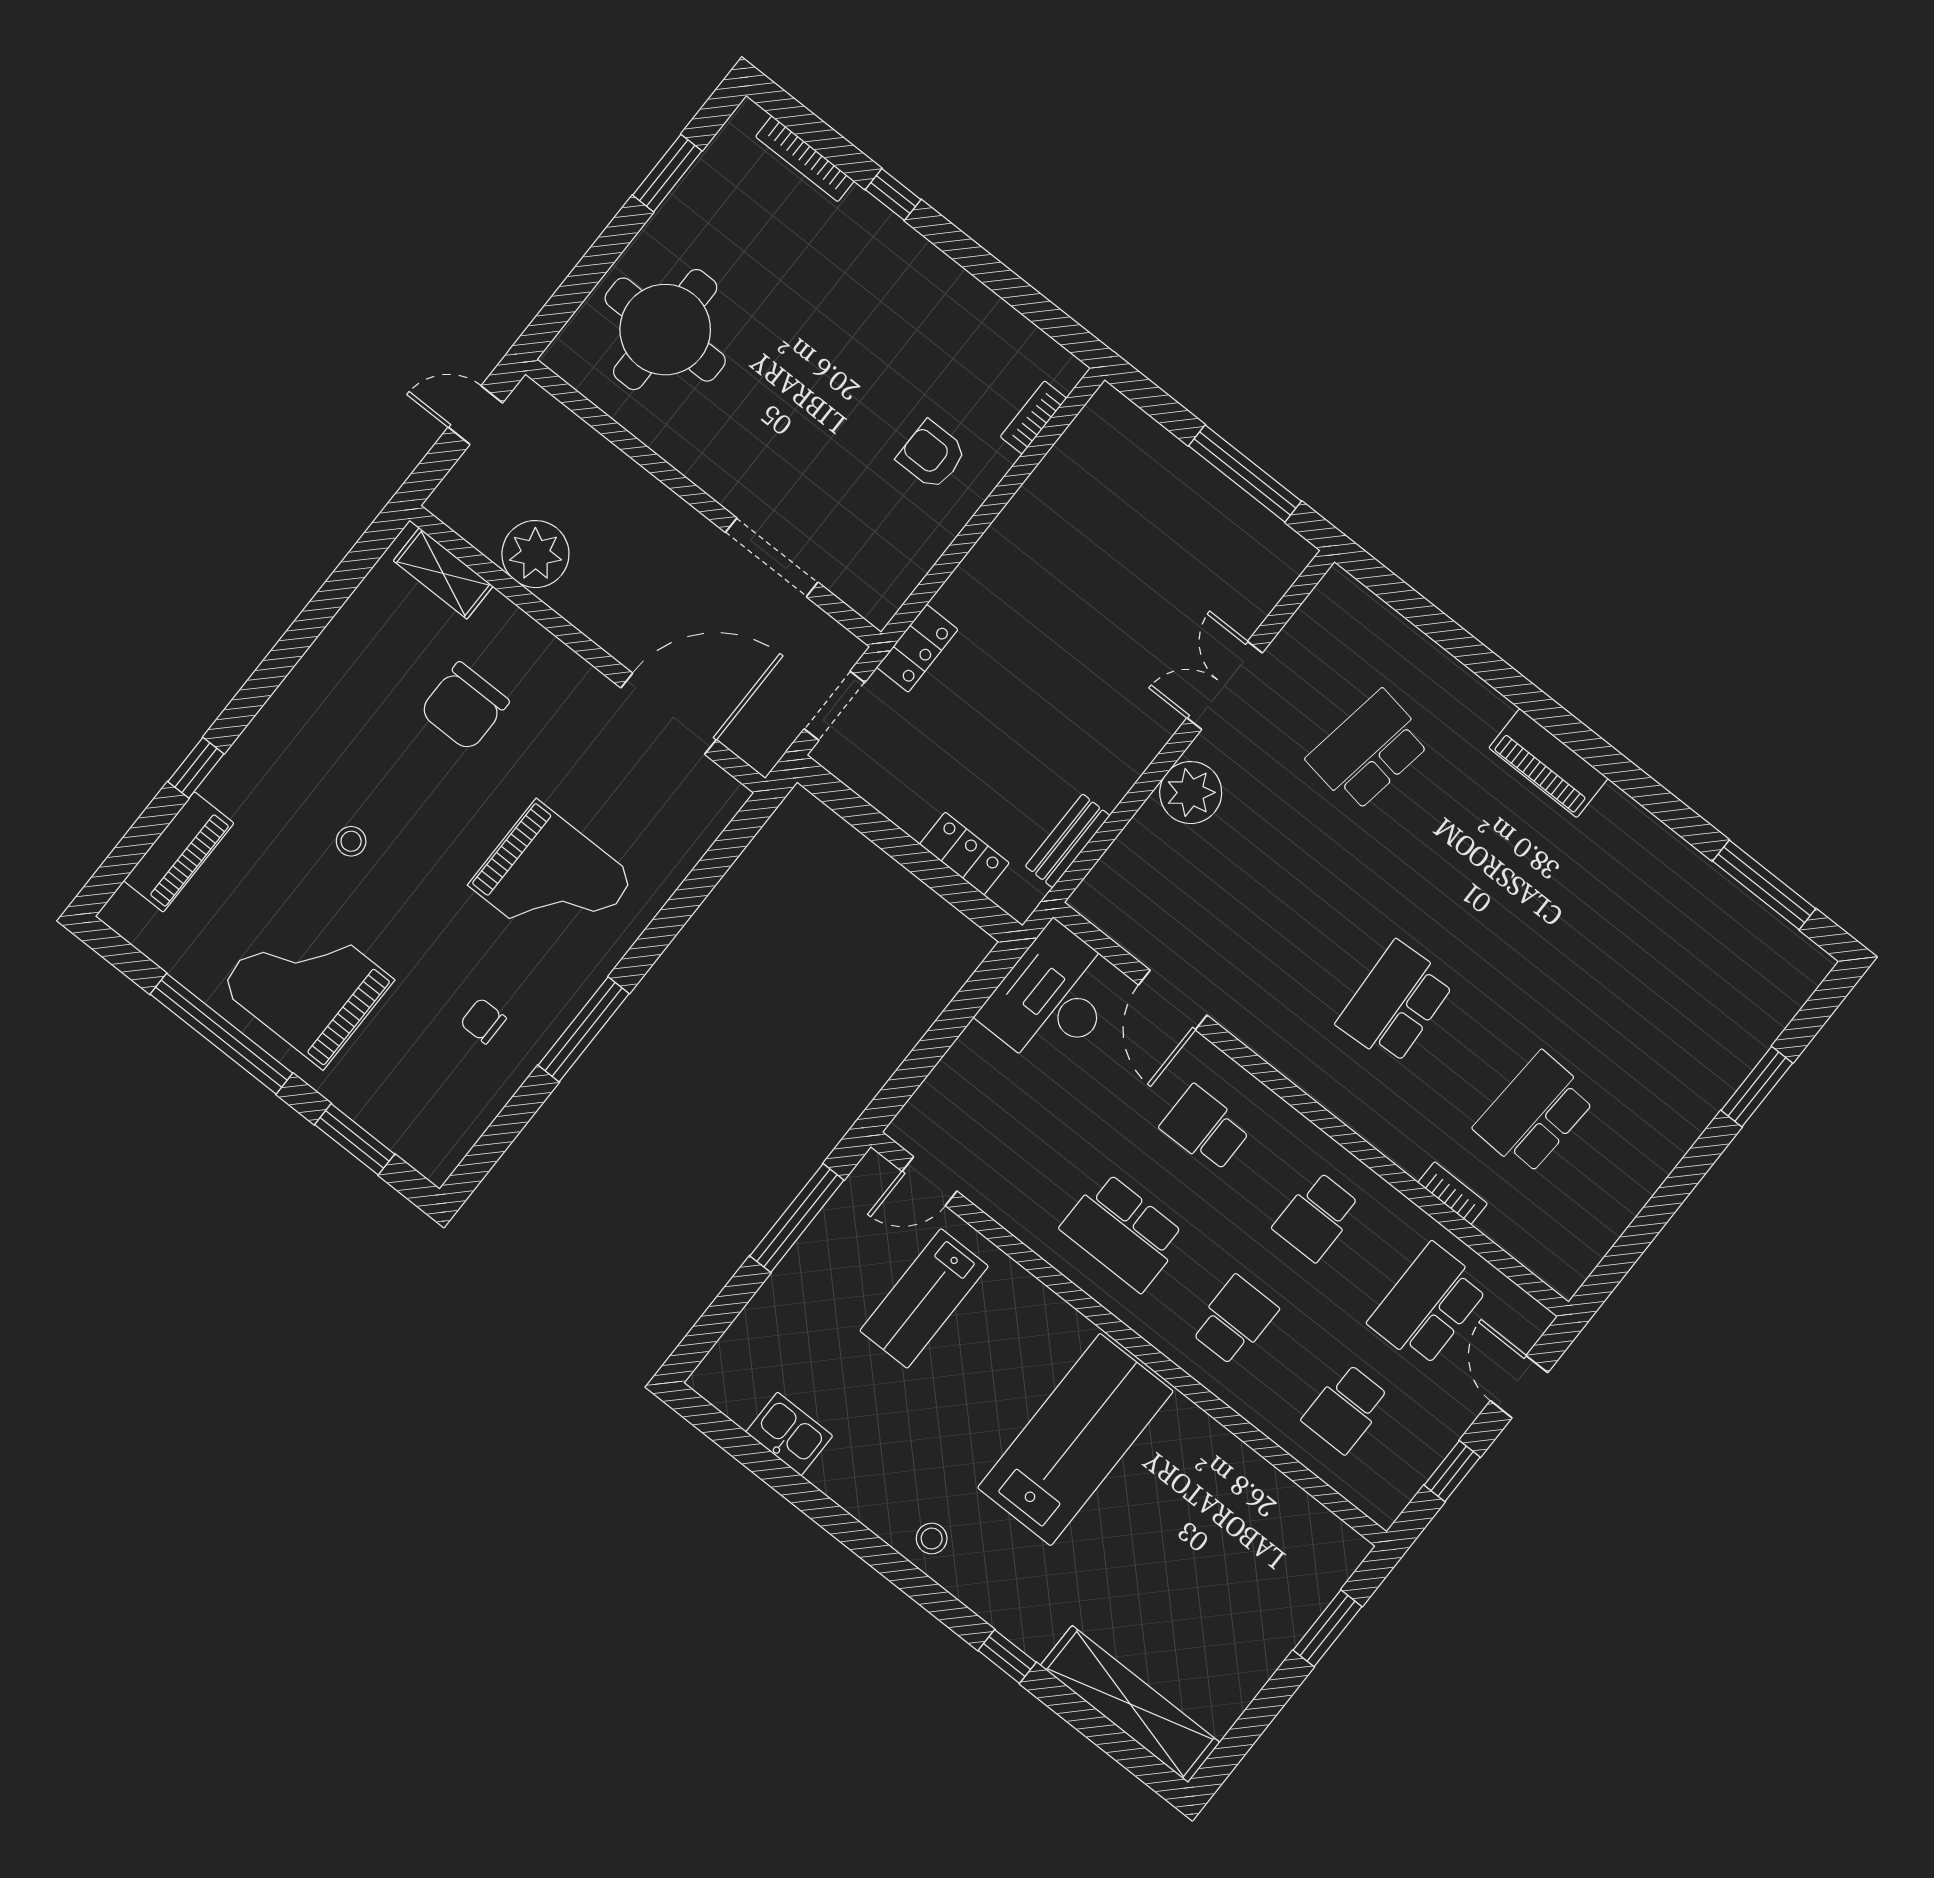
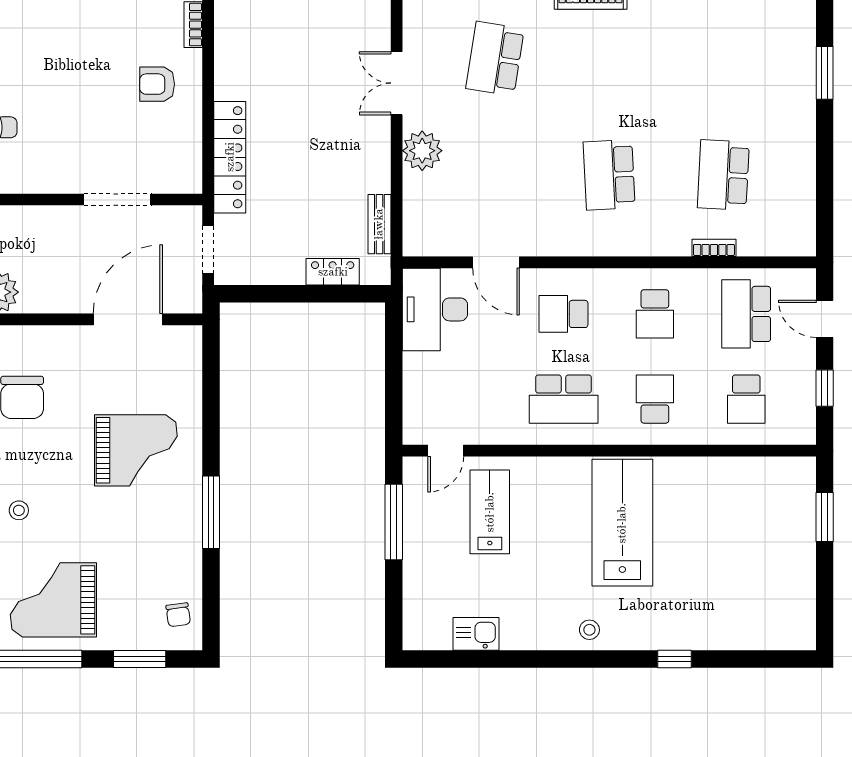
locker: (917, 648) -> (230, 157), width x2.16, depth x1.21
chair: (483, 1021) -> (178, 615), moved, turned -98
lab bench: (924, 1298) -> (490, 512), turned 180
shelving: (1130, 1704) -> (755, 634), removed

